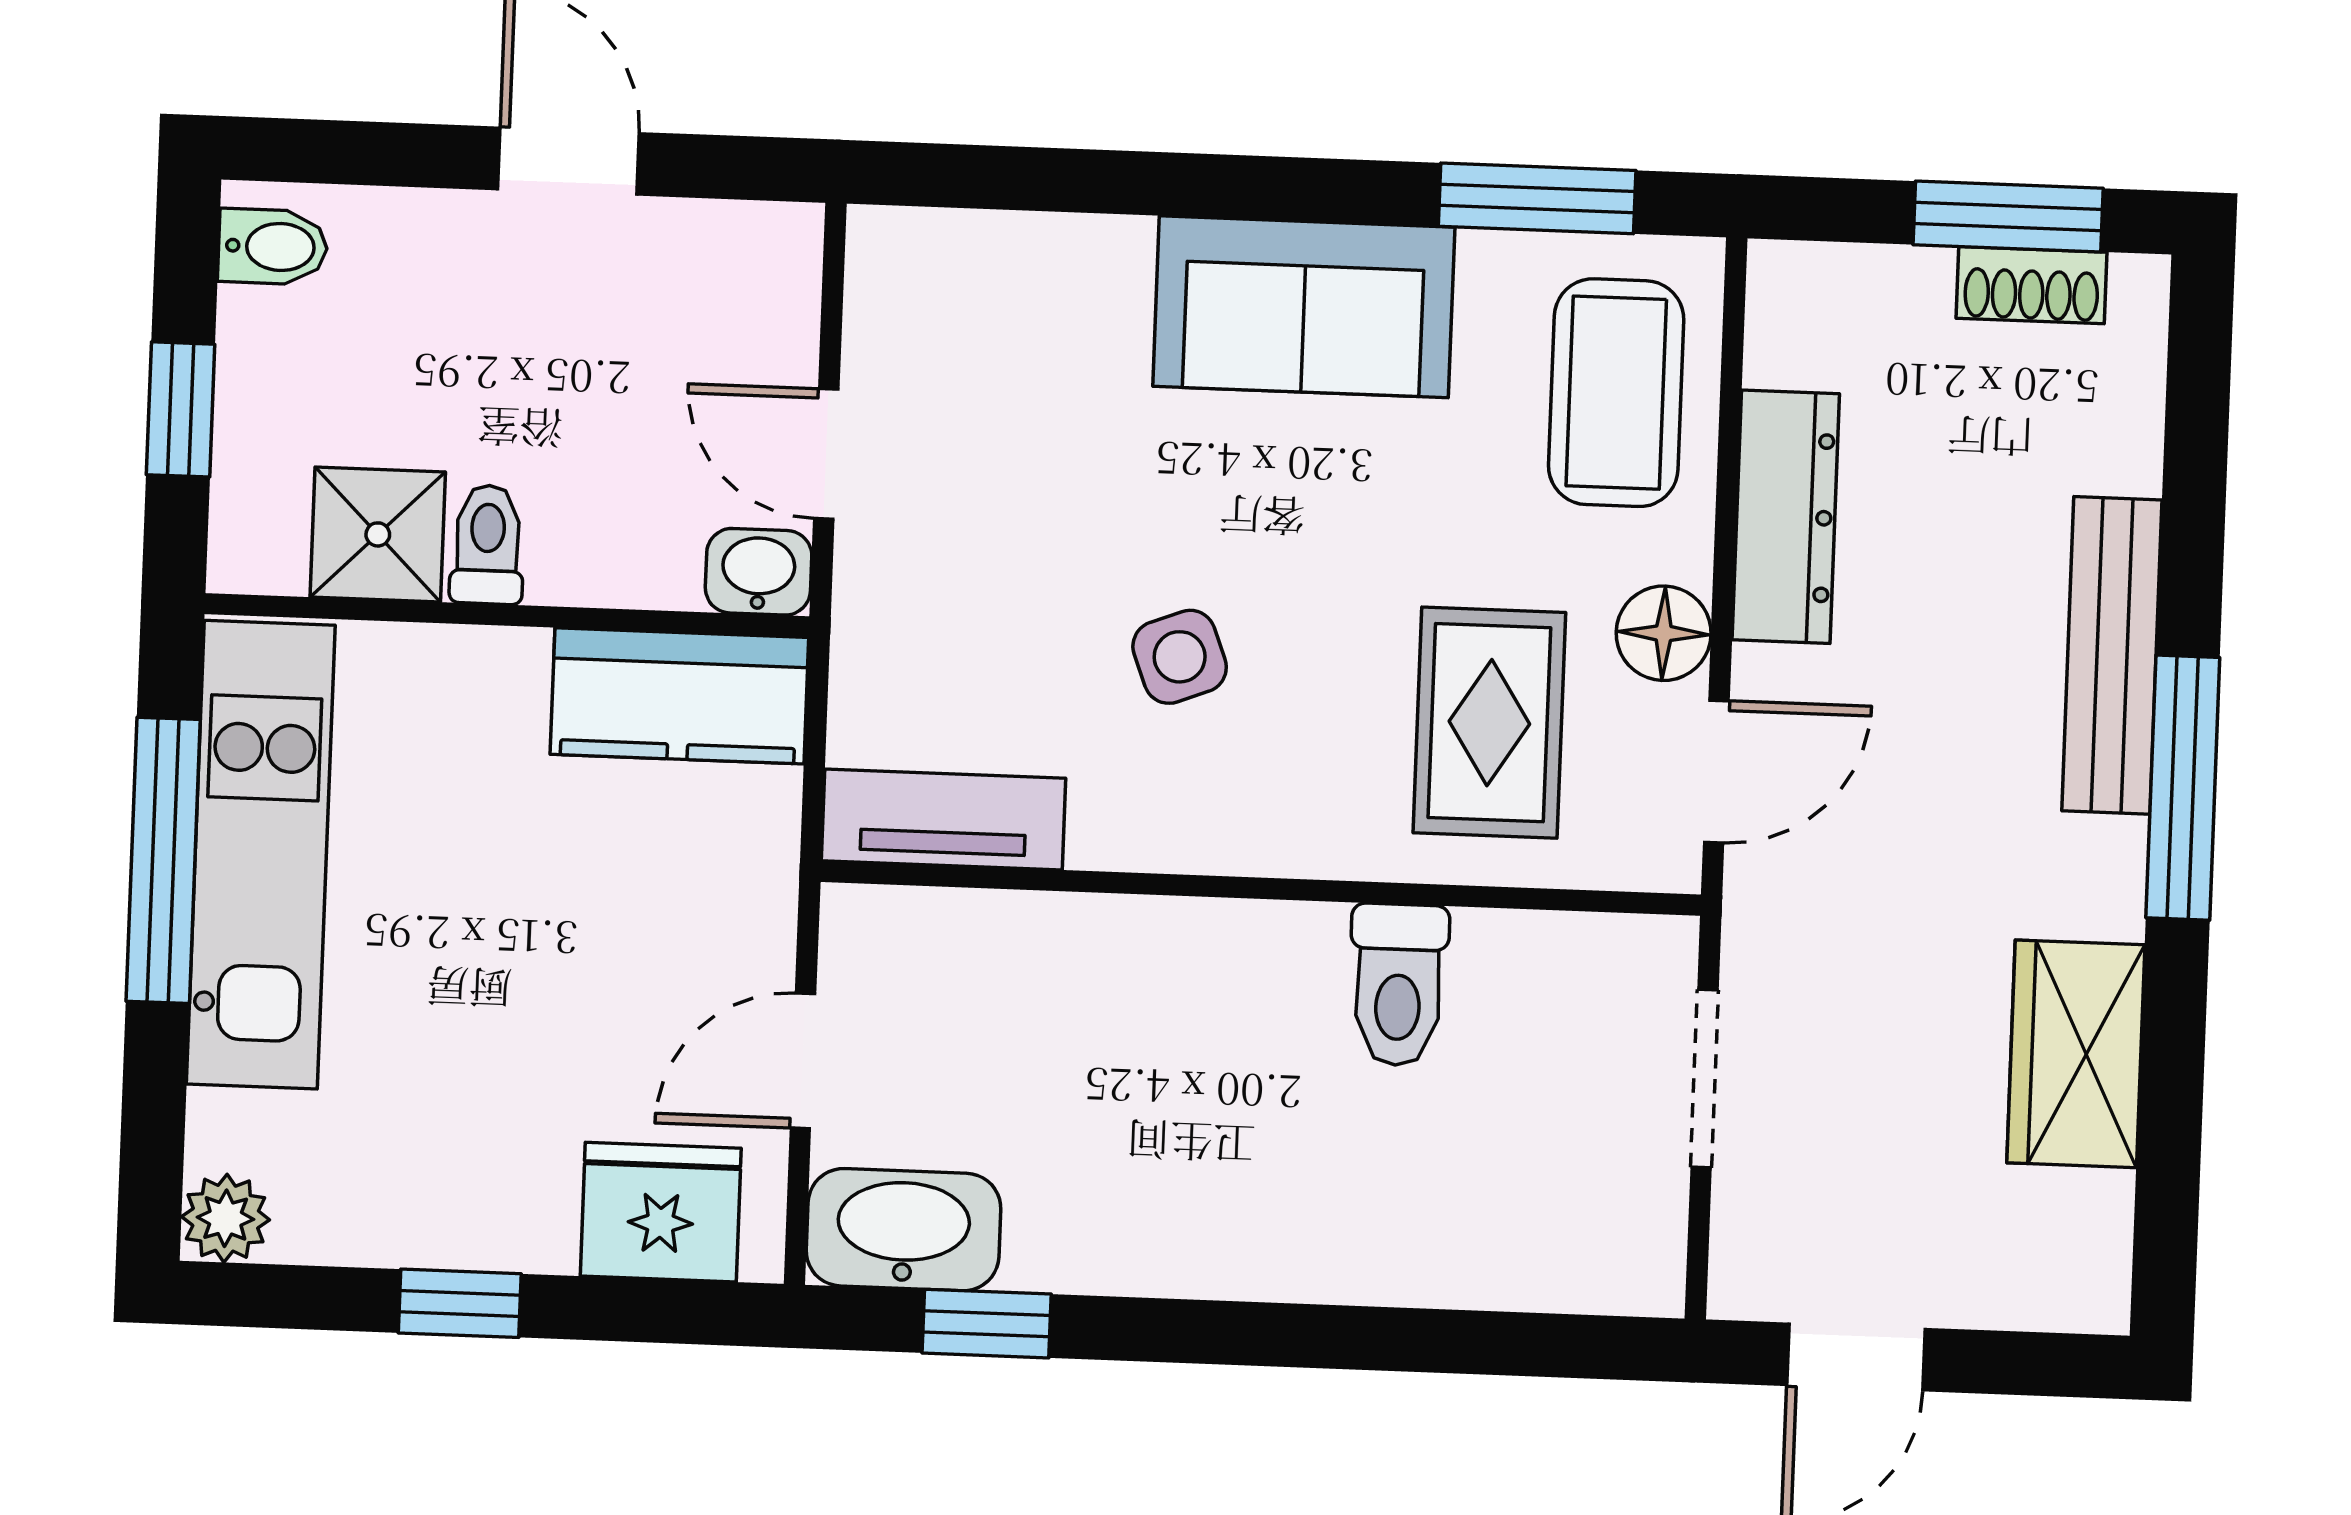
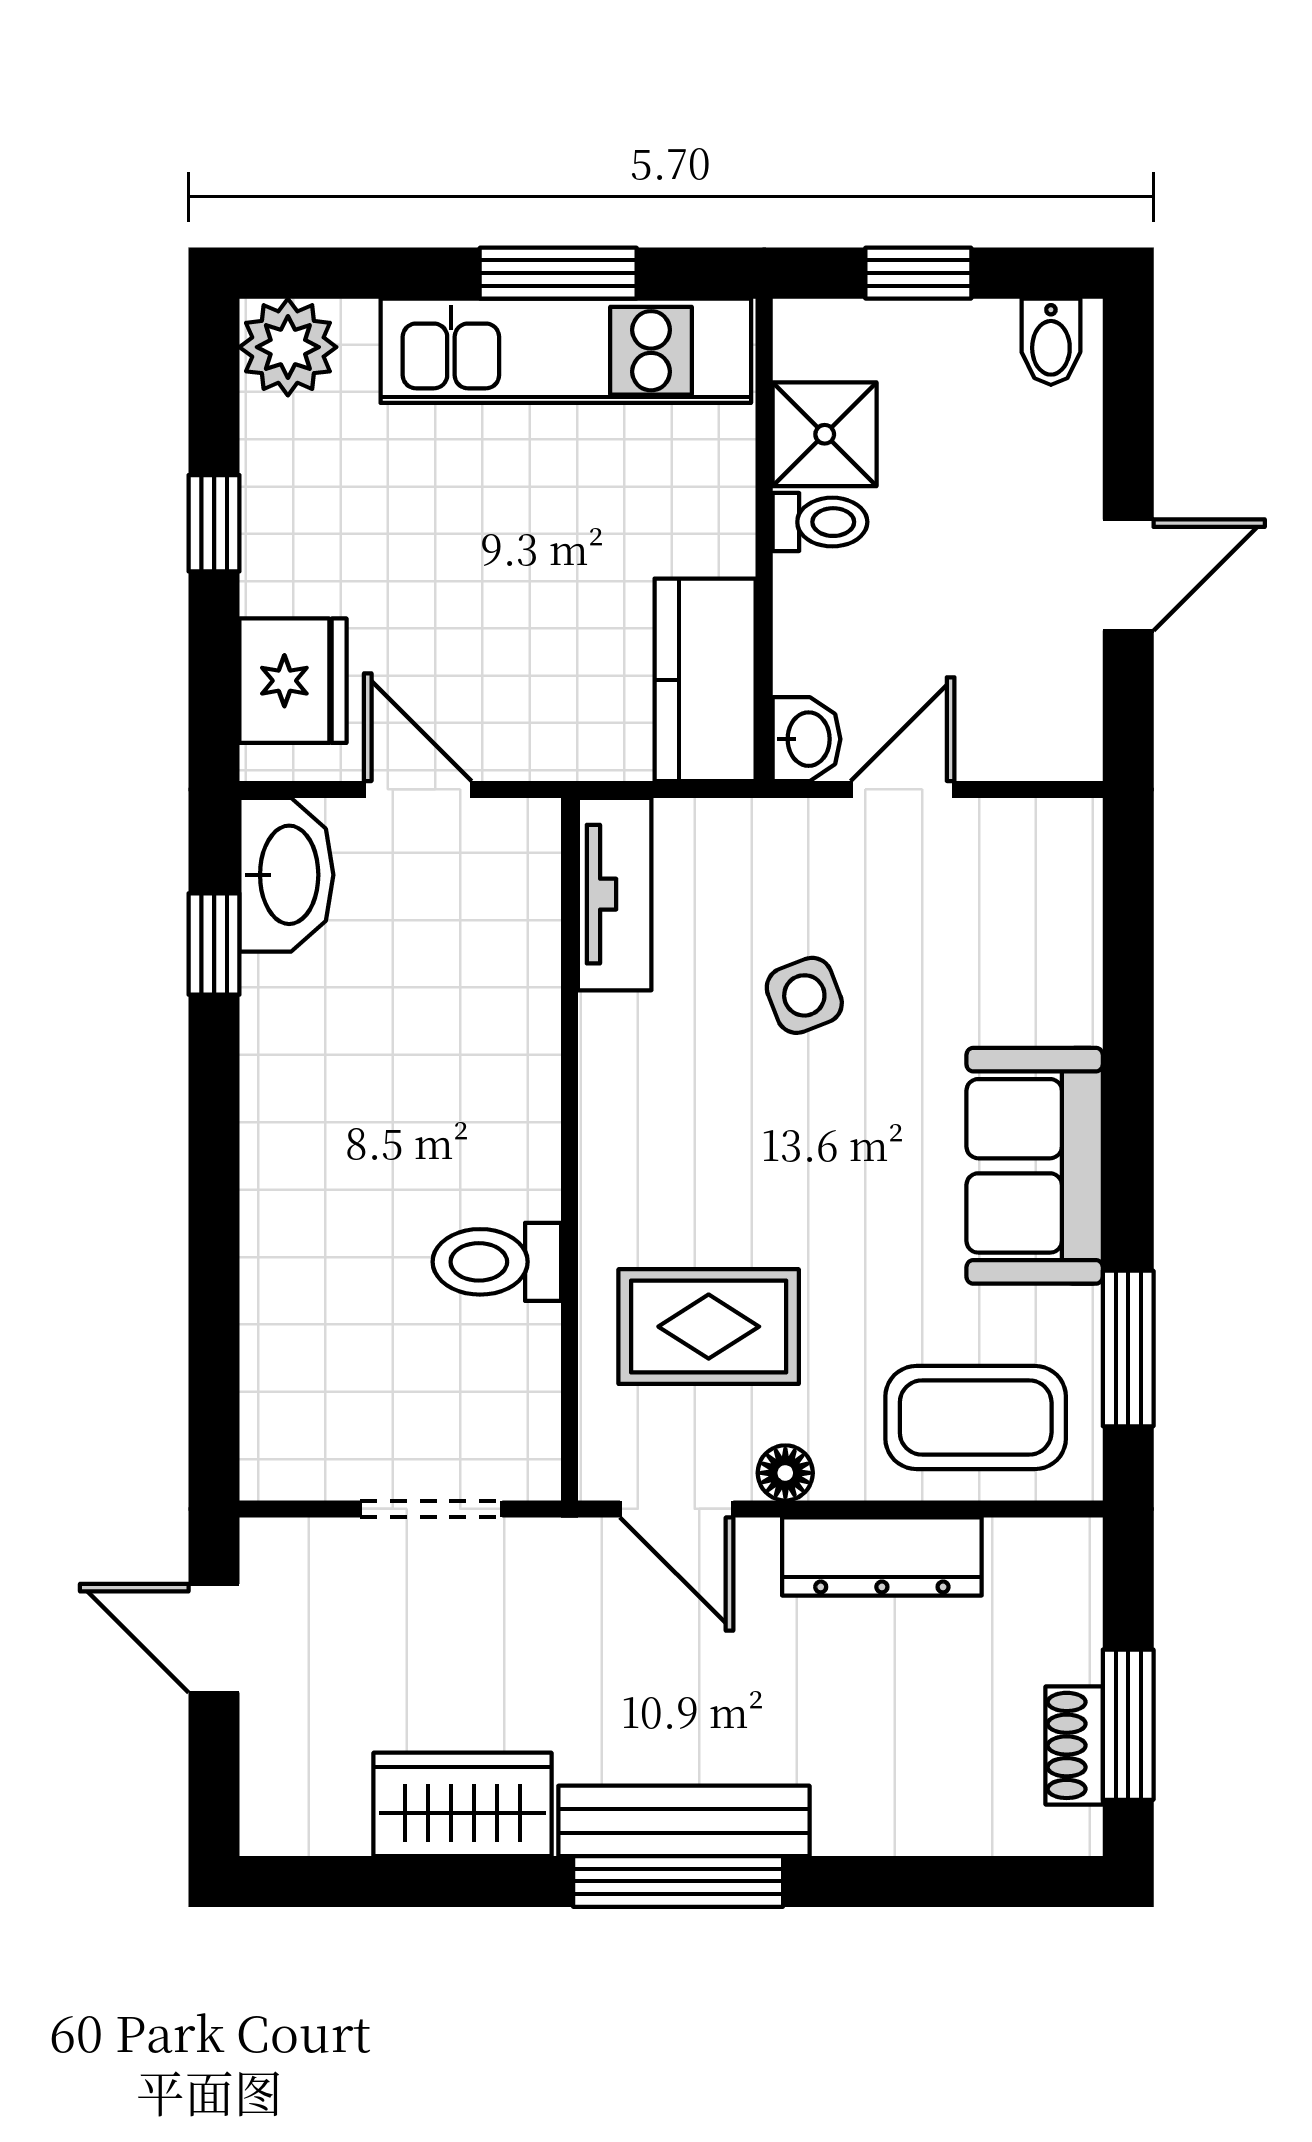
floor lamp: (1664, 633) -> (785, 1473), width x0.73, depth x0.73
bench: (2112, 655) -> (684, 1821), moved
side table: (1180, 657) -> (804, 995), moved
window: (163, 860) -> (558, 273), width x0.69
plant: (226, 1218) -> (288, 347), width x1.38, depth x1.38

